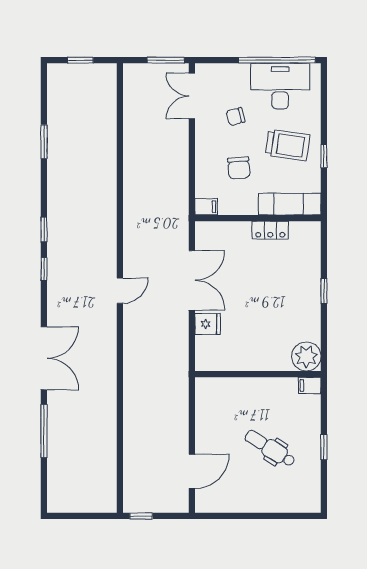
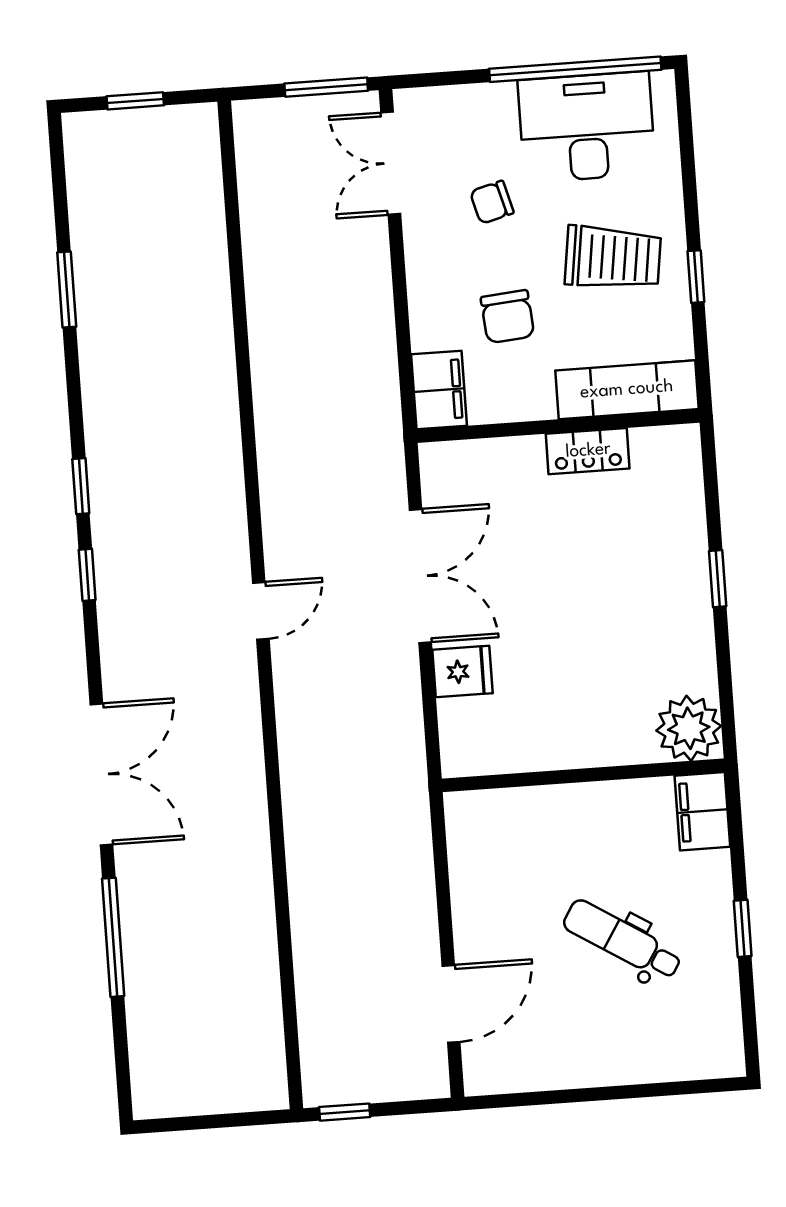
filing cabinet: (206, 207) -> (439, 390), width x2.00
filing cabinet: (310, 385) -> (702, 811), width x2.00

